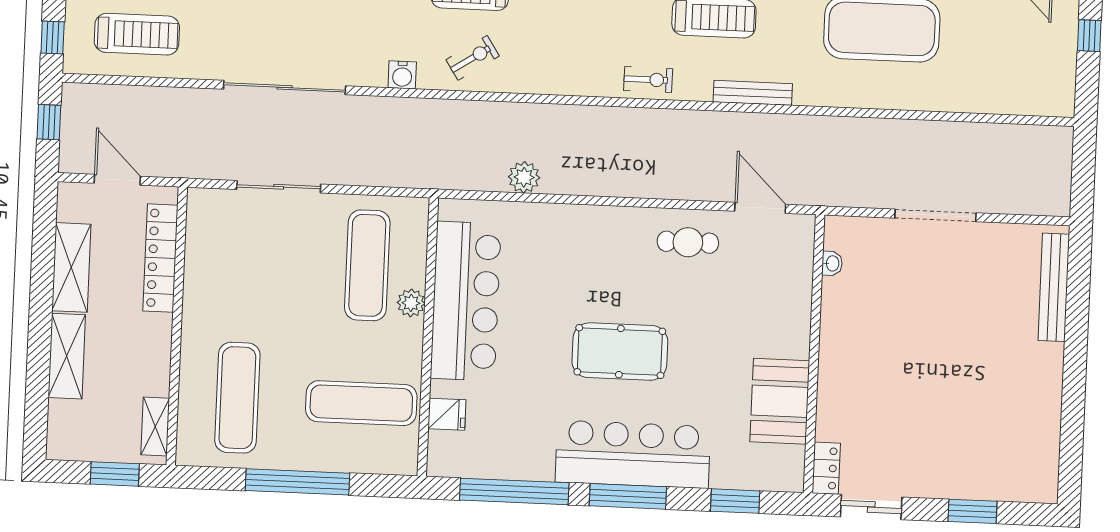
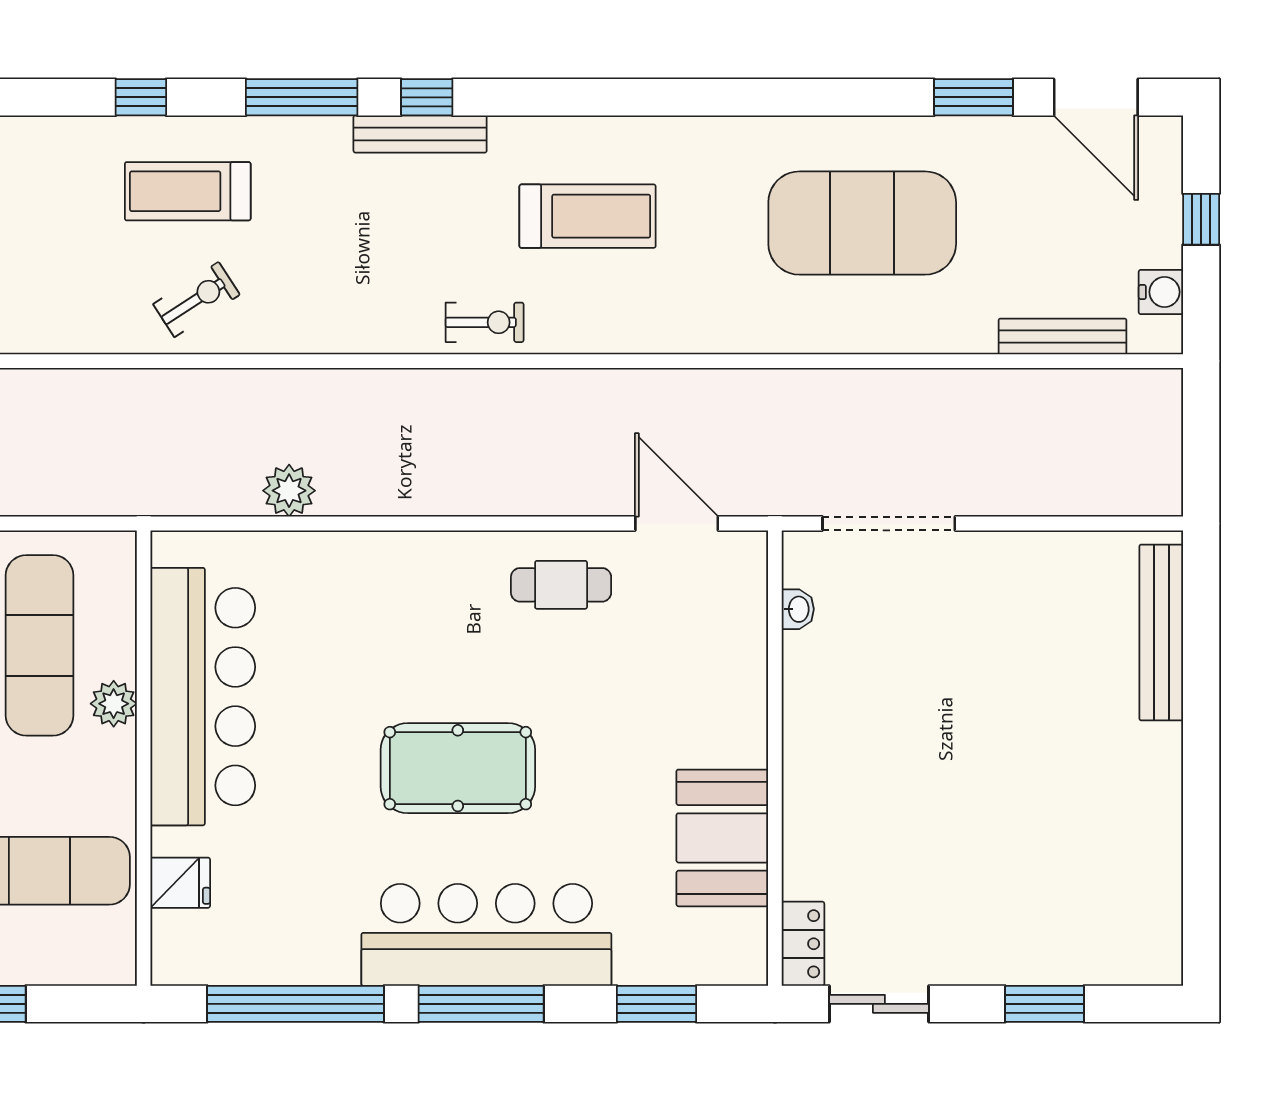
water cooler: (402, 75) -> (1161, 292), moved, turned -90
bench: (753, 93) -> (1063, 336), moved
doorway: (935, 215) -> (889, 524), moved

